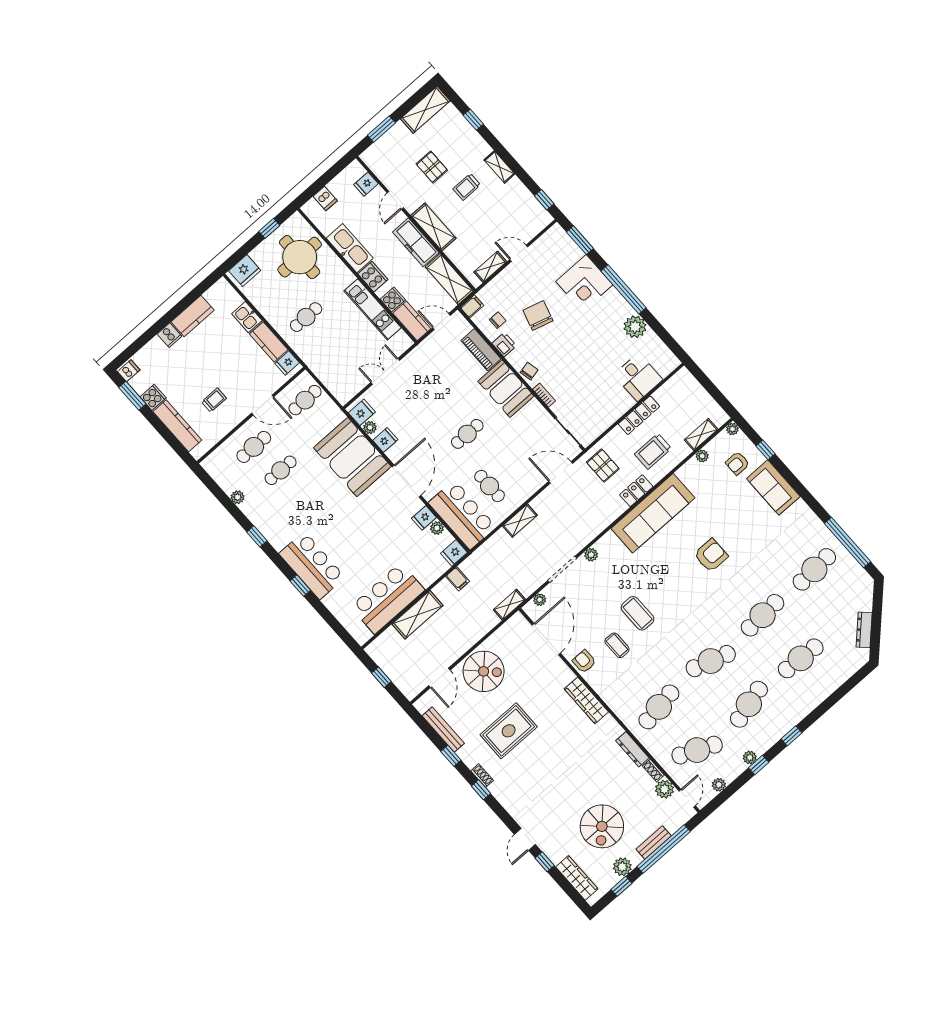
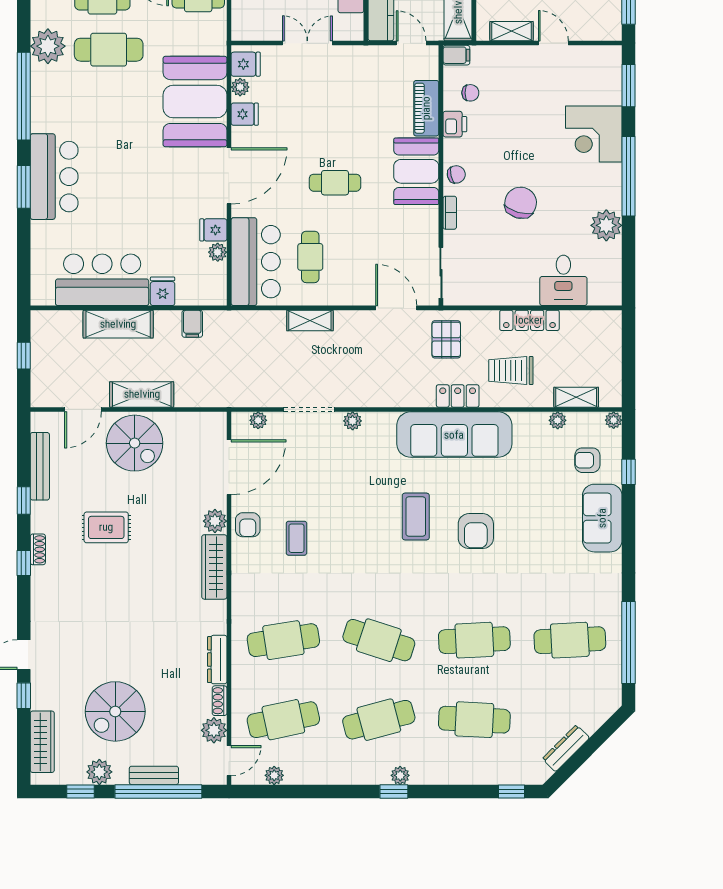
chair: (538, 316) -> (521, 203), moved
cafe table: (281, 470) -> (109, 50), width x1.37, depth x1.35
plant: (238, 497) -> (48, 46), width x1.88, depth x1.88
window: (257, 536) -> (24, 96), width x3.17
fridge: (454, 553) -> (163, 291), moved, turned 90
armchair: (711, 555) -> (476, 531), turned 90
window: (300, 586) -> (24, 187), width x1.50
shelving: (509, 605) -> (142, 394), moved, width x1.50, depth x1.33
coffee table: (638, 613) -> (416, 516), moved
armchair: (584, 661) -> (248, 525), turned 180
plant: (565, 675) -> (215, 521), added
rug: (509, 731) -> (106, 527), width x0.73, depth x0.70
cafe table: (697, 750) -> (283, 720), turned -36
plant: (750, 757) -> (400, 775), moved
window: (759, 765) -> (511, 791), moved

